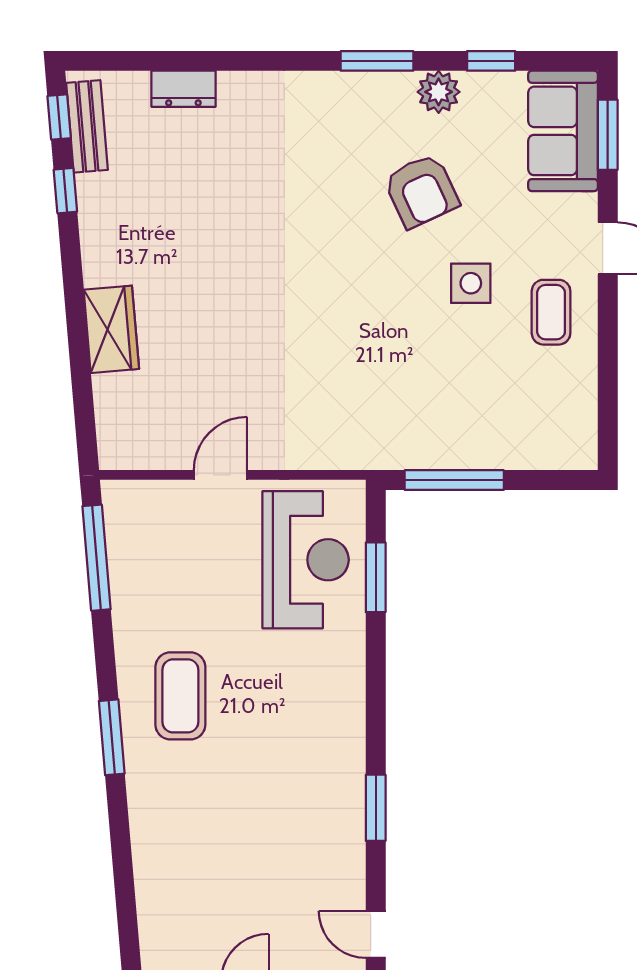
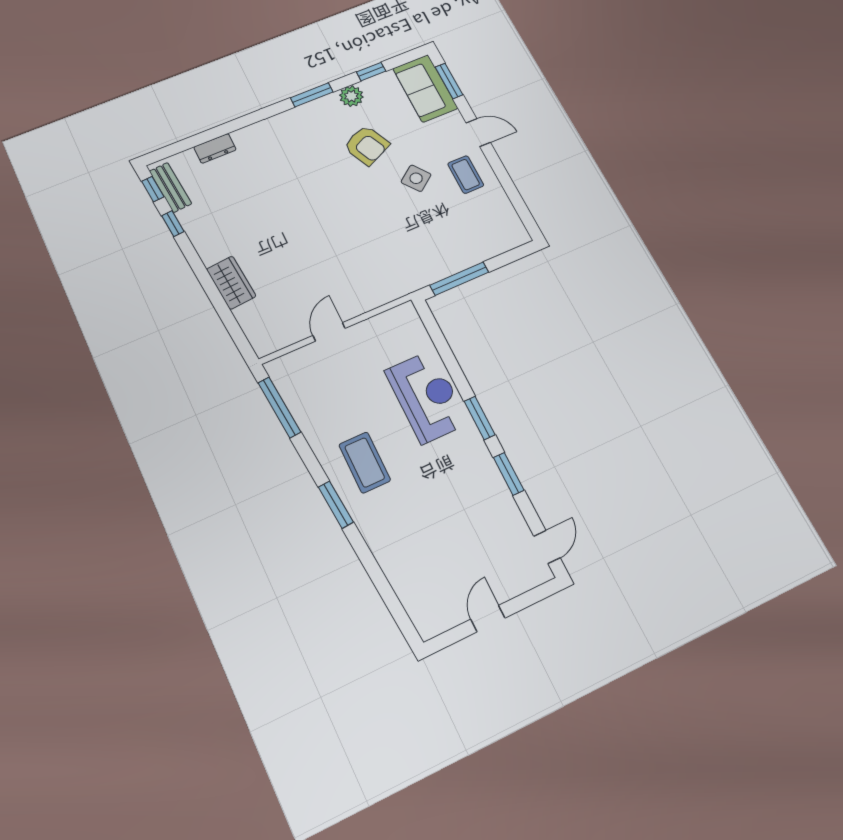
side table: (471, 283) -> (416, 178), turned -37
reception desk: (306, 560) -> (427, 397), moved
window: (376, 577) -> (480, 418), moved
door: (376, 934) -> (547, 547), swing flipped

